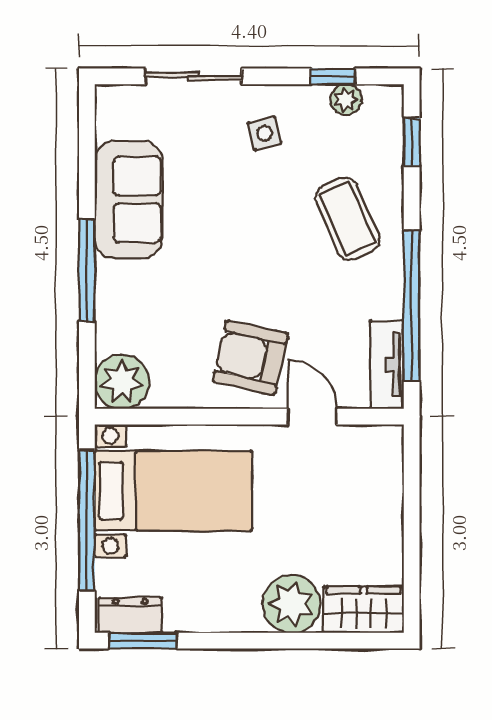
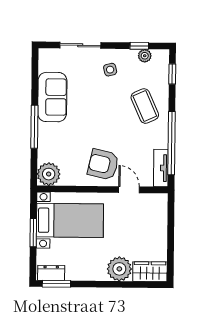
window: (87, 521) -> (33, 233), width x0.47

